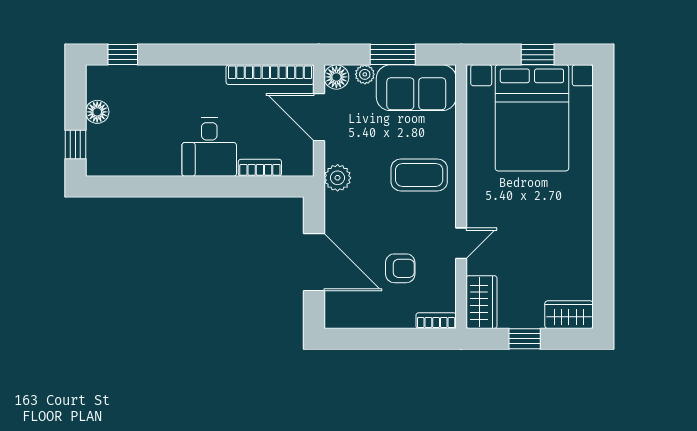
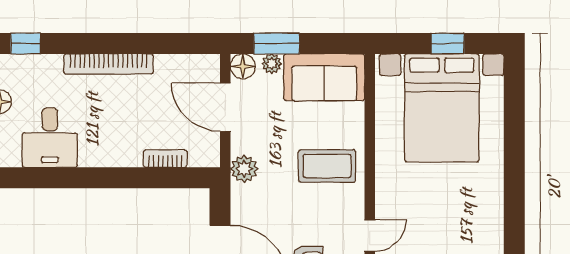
window: (393, 55) -> (277, 44), moved
bookcase: (270, 75) -> (109, 64), moved
desk: (209, 147) -> (50, 138), moved

